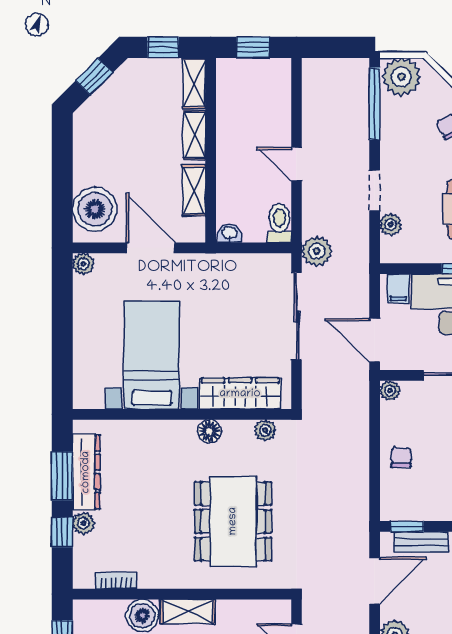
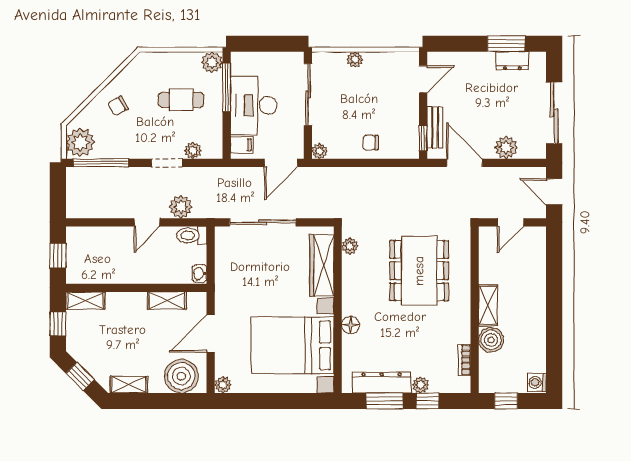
shelving: (194, 135) -> (129, 385), moved
plant: (317, 251) -> (181, 207), moved
bed with nightstands: (152, 355) -> (292, 345), width x1.36
floor lamp: (209, 431) -> (351, 325), moved
dining table: (233, 521) -> (419, 271), turned 90

